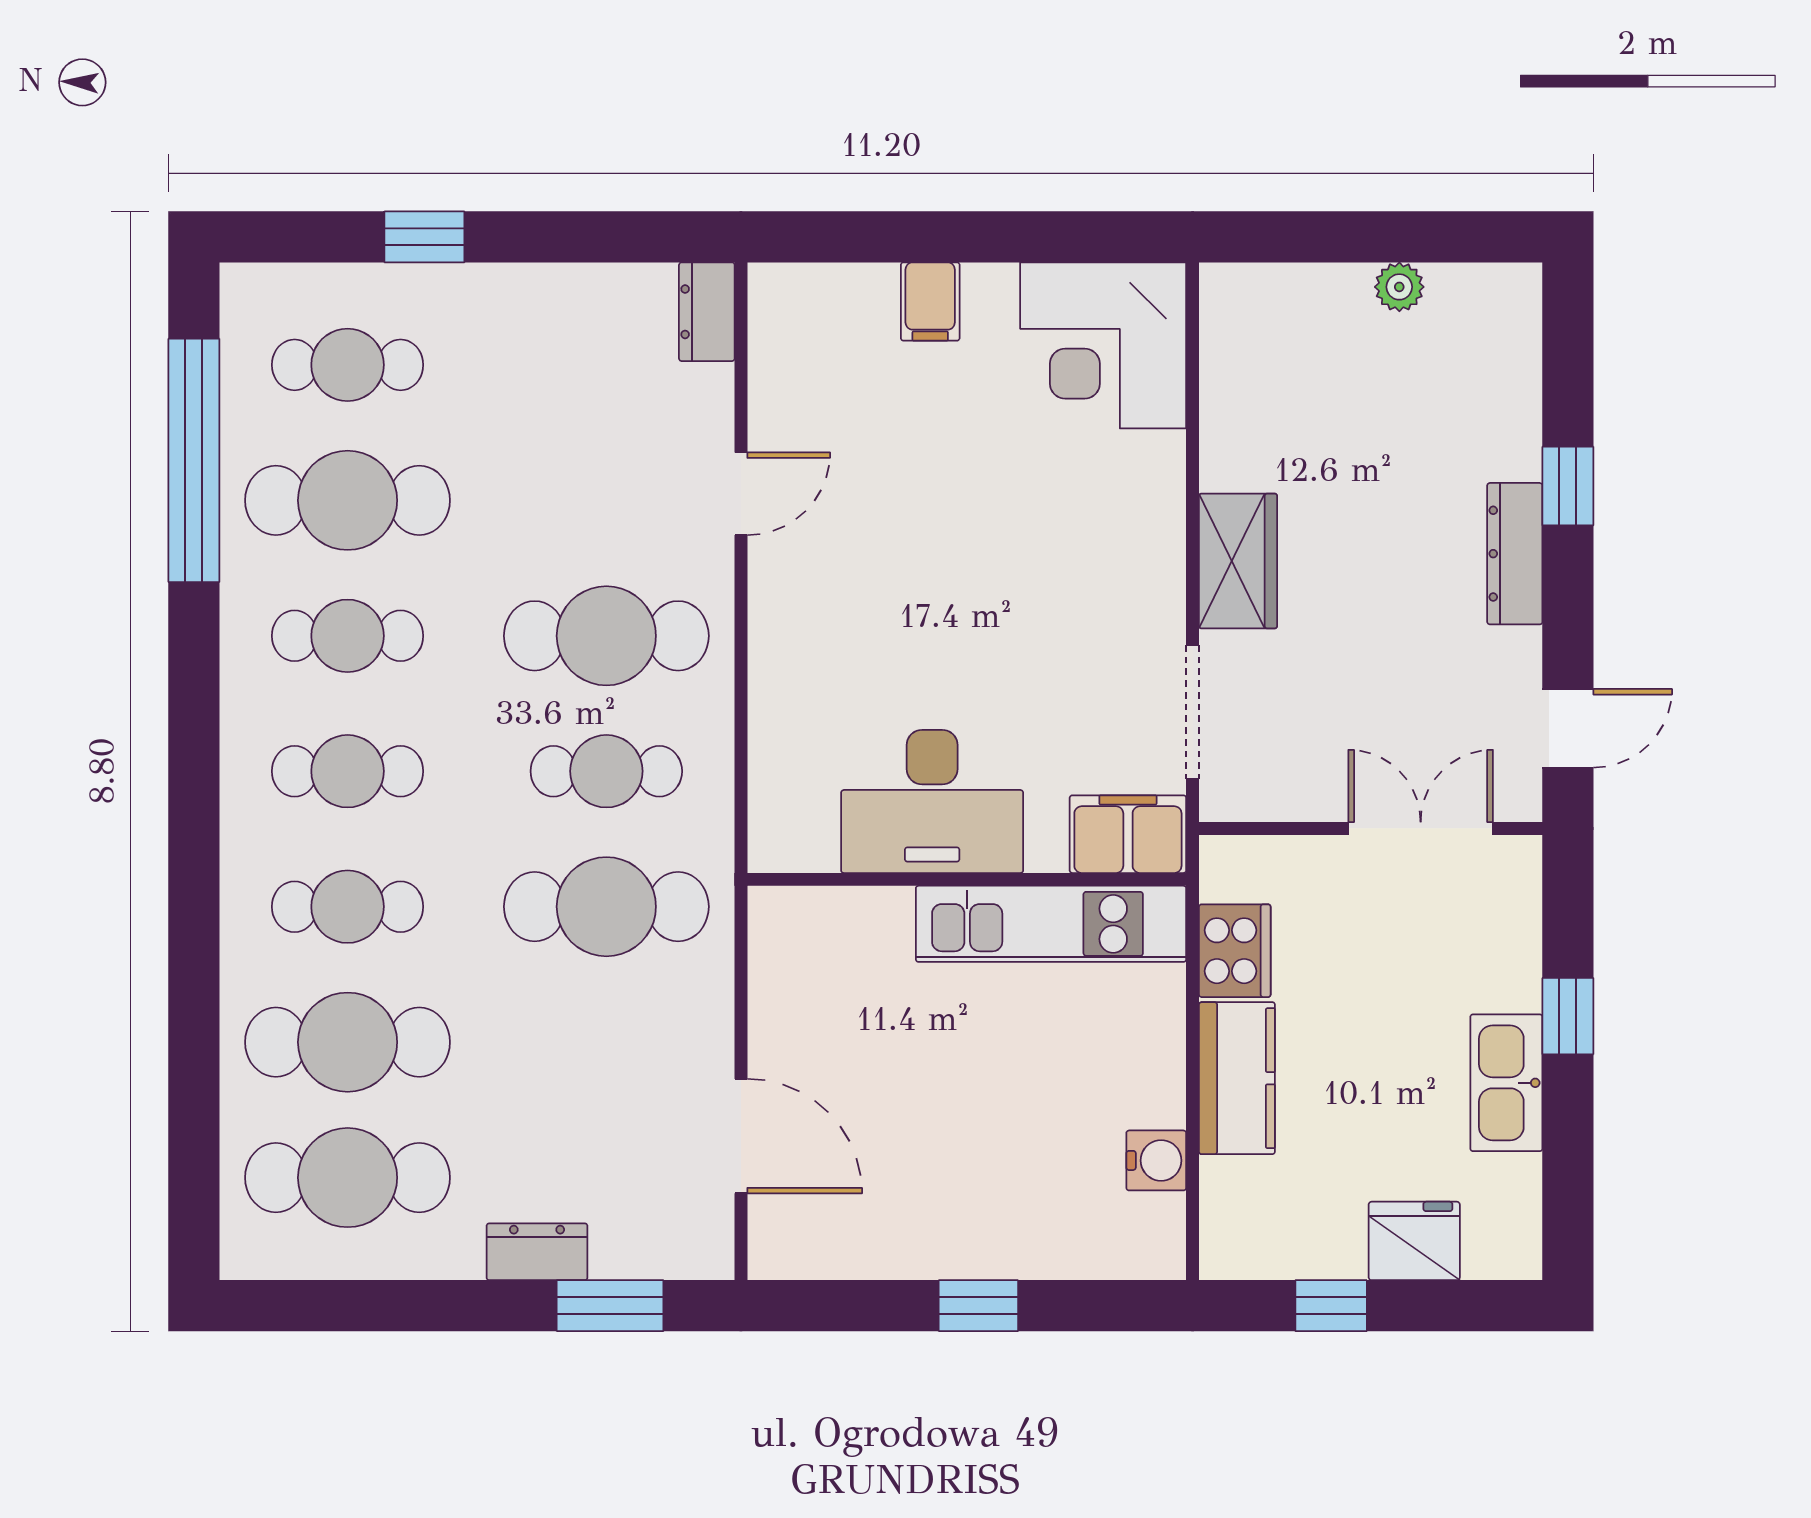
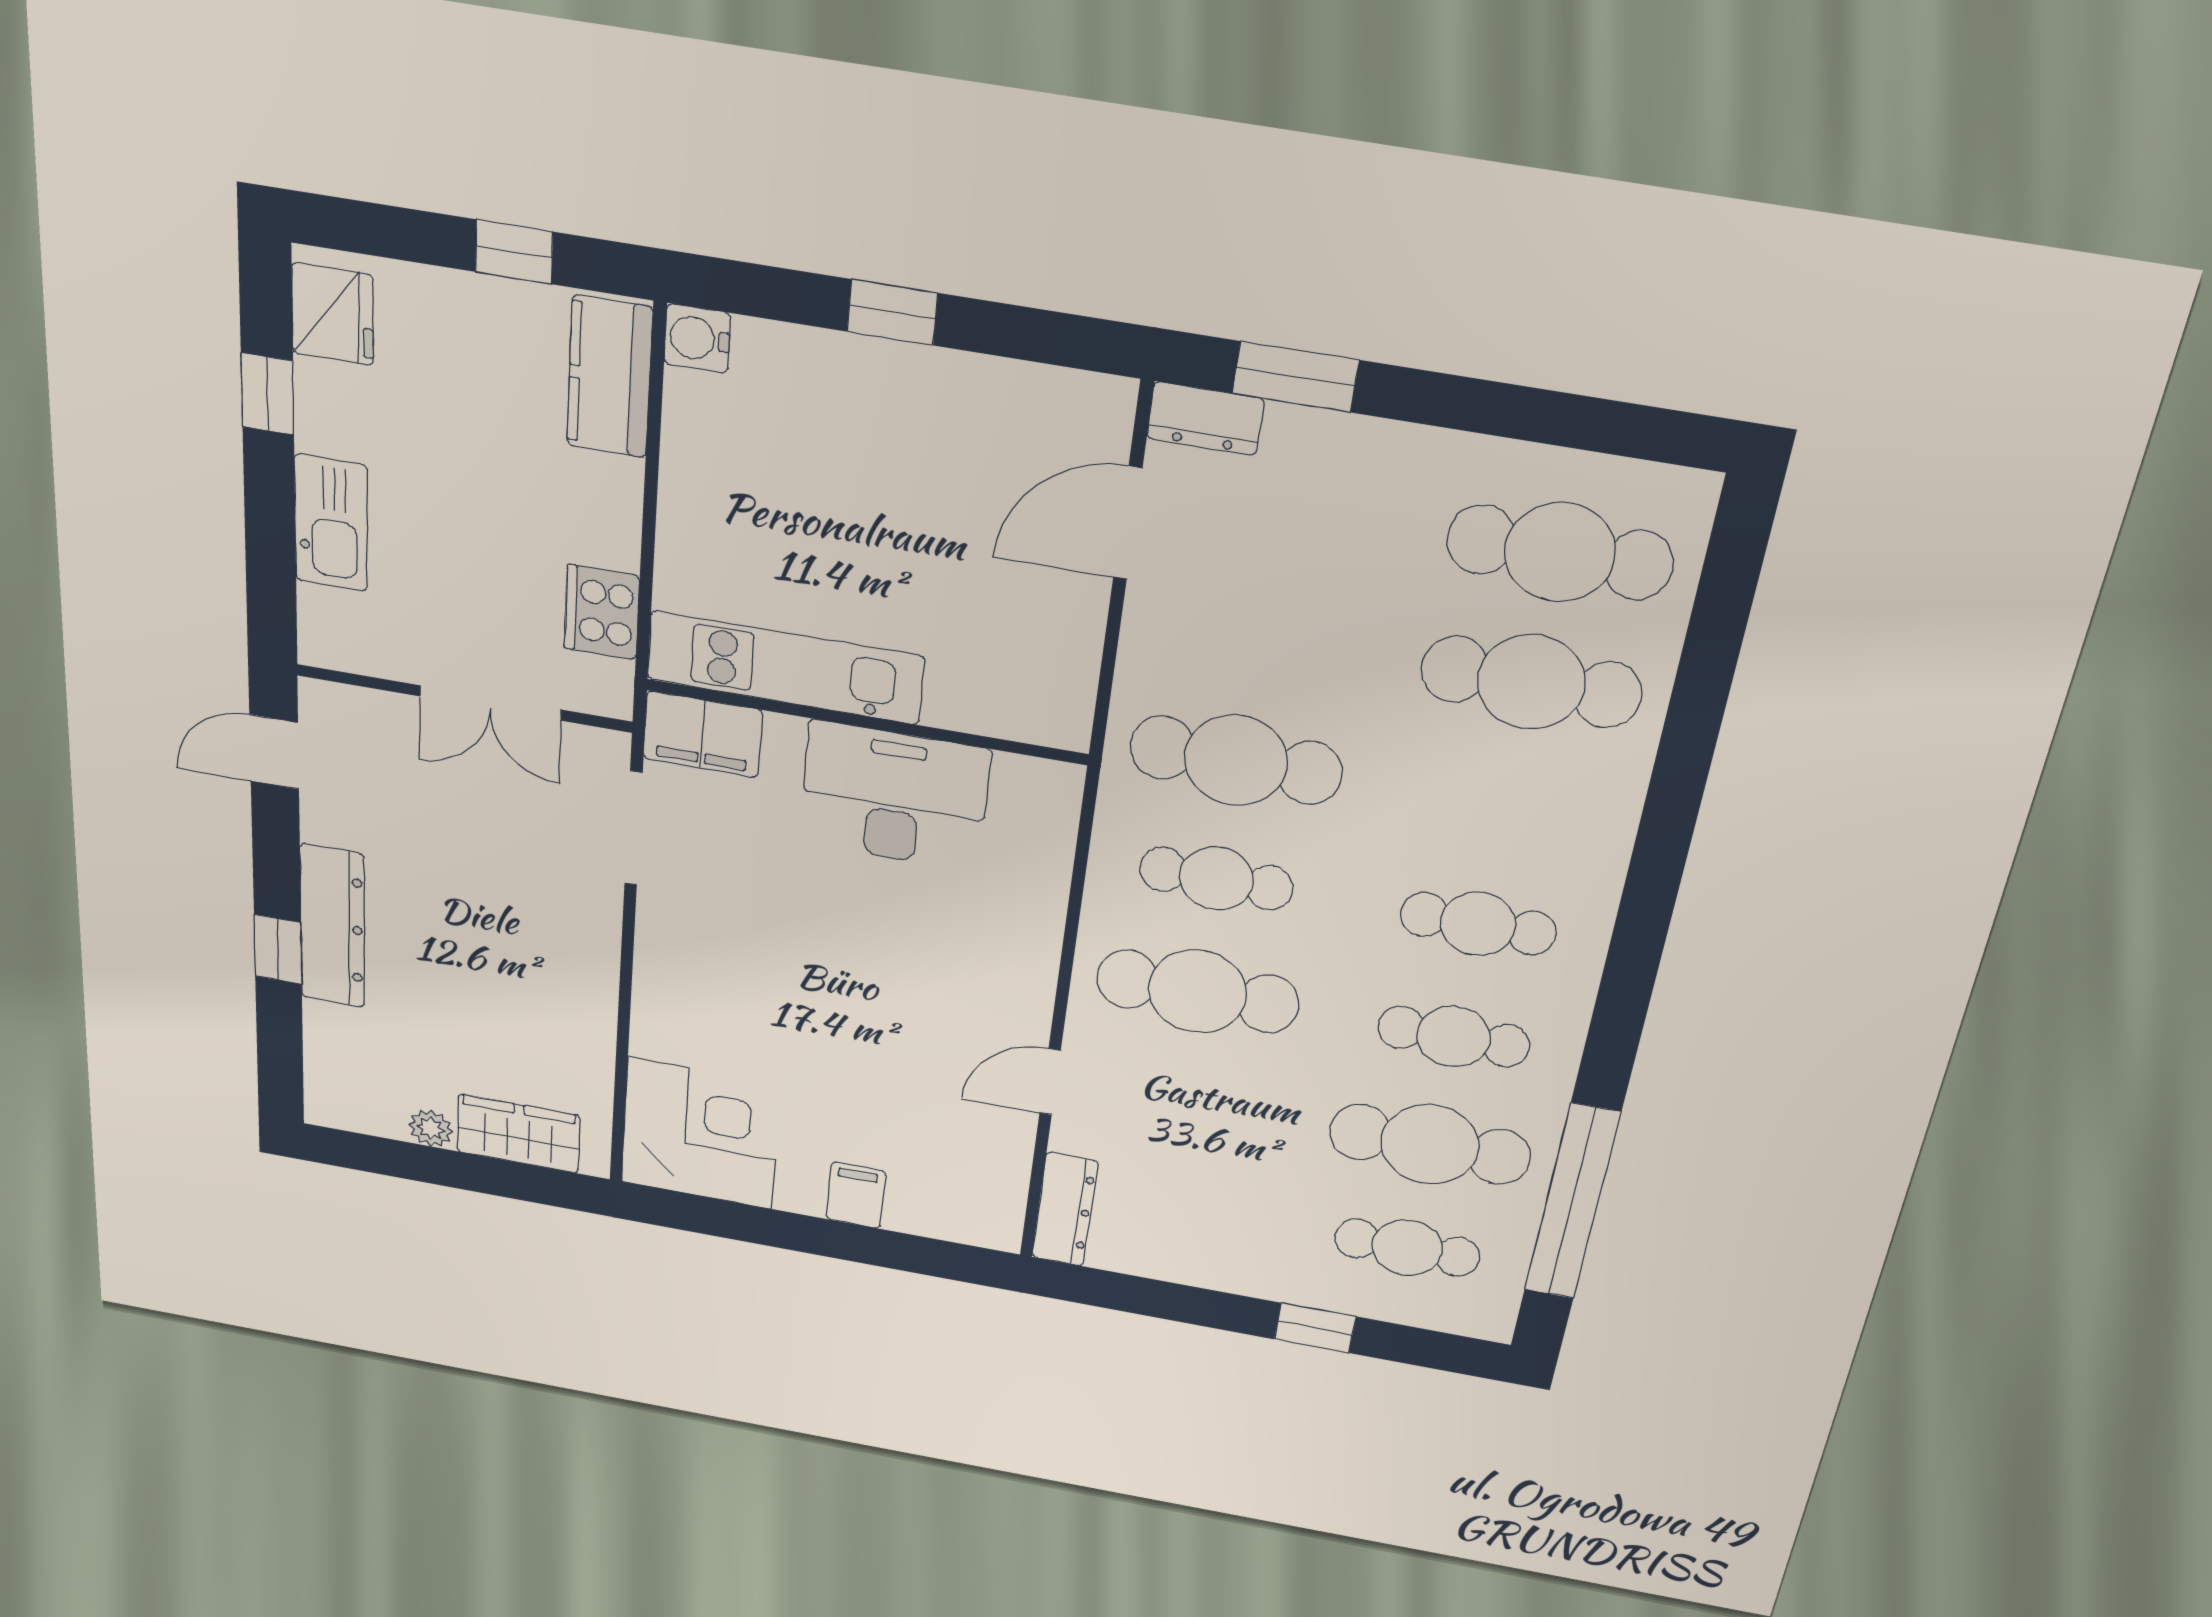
dresser: (707, 312) -> (1065, 1209), width x1.44
dresser: (1515, 554) -> (333, 926), width x1.37, depth x1.24
wardrobe: (1238, 561) -> (518, 1134), moved, turned 90
double door: (1421, 828) -> (491, 703), moved
cafe table: (348, 907) -> (1504, 806), removed
window: (1568, 1016) -> (268, 394), moved
kitchen counter: (1237, 1078) -> (610, 377), moved
kitchen sink: (1506, 1083) -> (331, 523), moved
door: (741, 1136) -> (1128, 523), hinge flipped
water cooler: (1156, 1160) -> (697, 338), moved
fridge: (1414, 1241) -> (333, 314), moved, turned -90
dresser: (537, 1252) -> (1205, 419), moved

